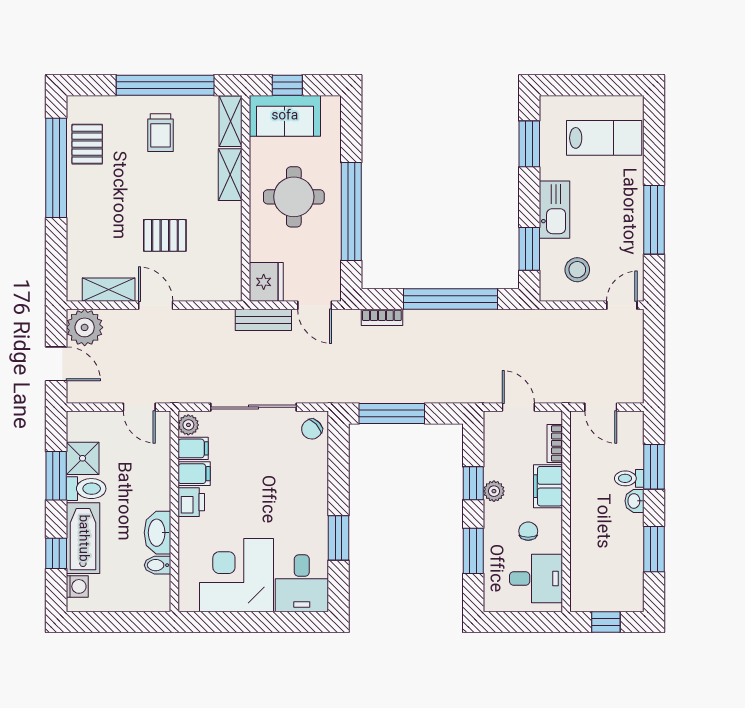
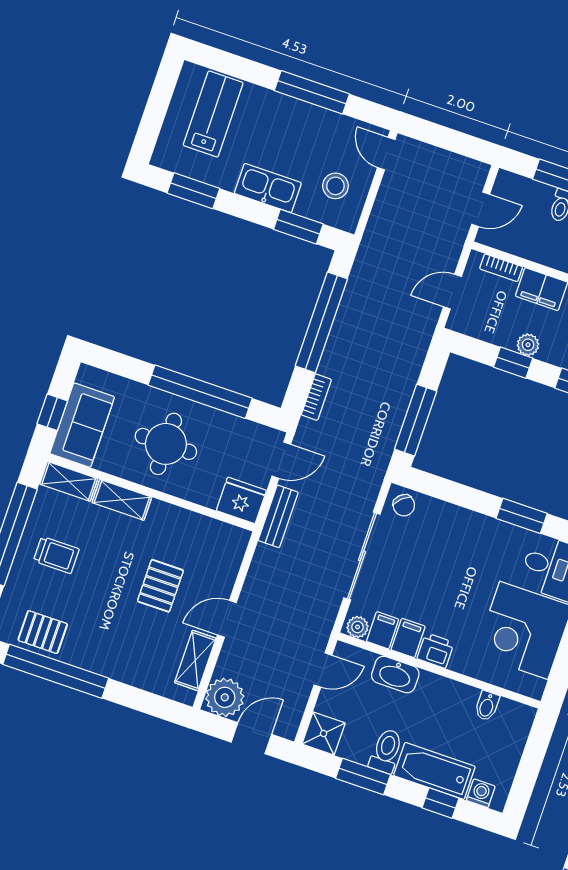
shower: (83, 458) -> (324, 733), moved
washbasin: (157, 533) -> (395, 675), moved

